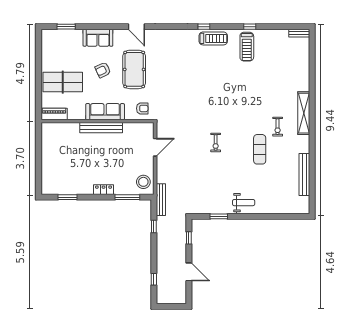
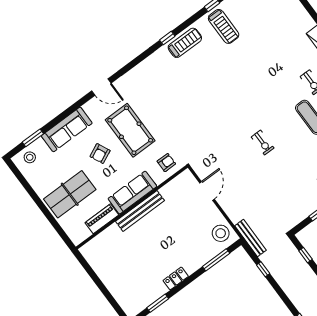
stool: (55, 38) -> (30, 157), added
sofa: (98, 38) -> (67, 129), width x1.36
piano: (54, 114) -> (102, 219), moved
locker: (104, 190) -> (176, 278), moved

